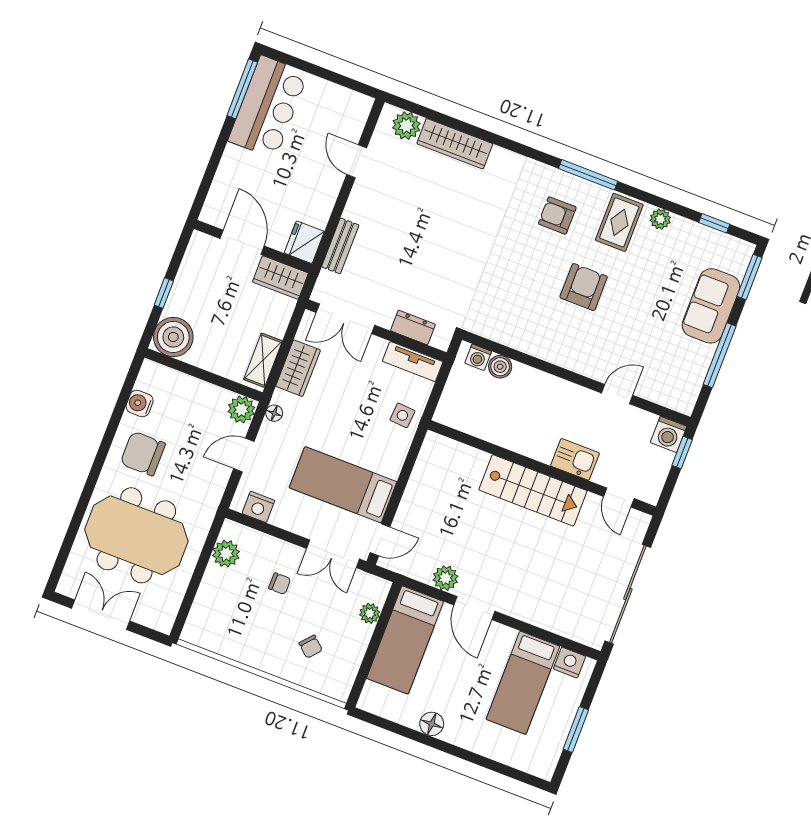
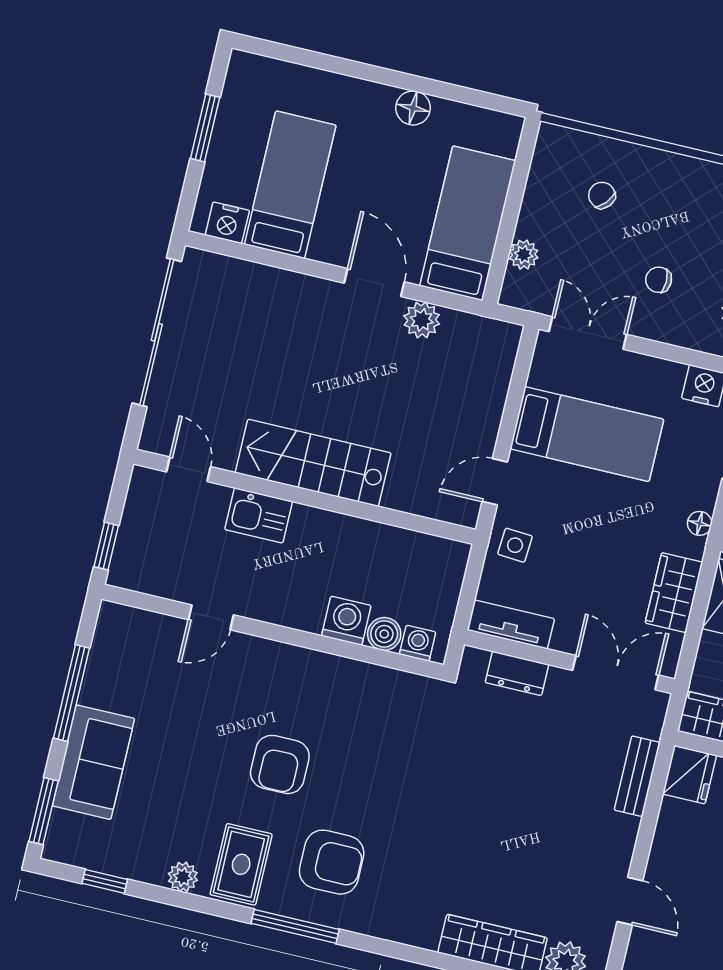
armchair: (557, 215) -> (332, 862), width x1.38, depth x1.38
washing machine: (669, 434) -> (346, 621), moved
door: (380, 540) -> (495, 482), moved

